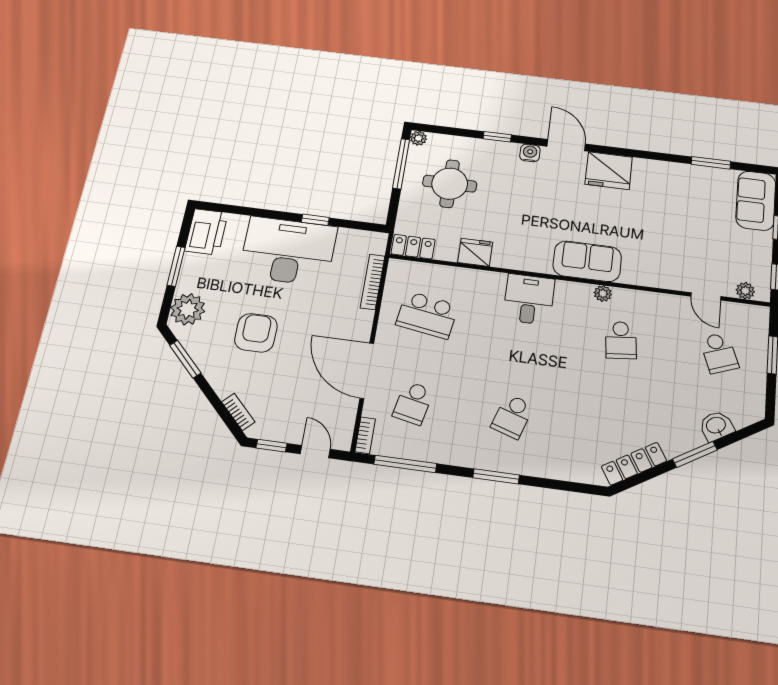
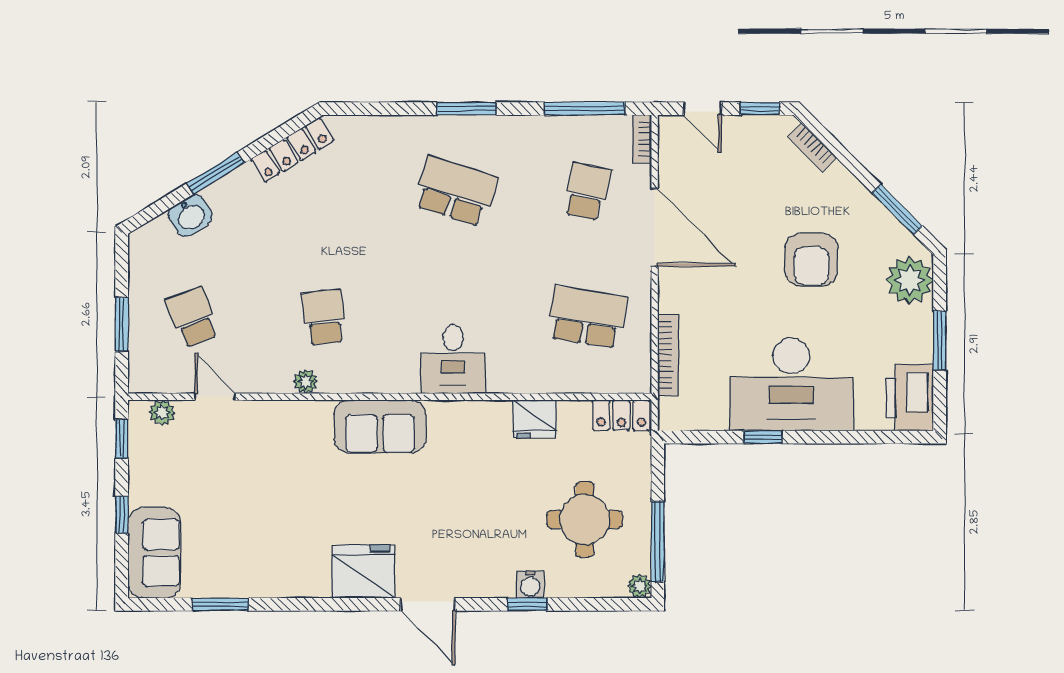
water cooler: (530, 153) -> (530, 584), moved
plant: (603, 293) -> (306, 382), moved
school desk: (512, 416) -> (455, 191), width x1.85

